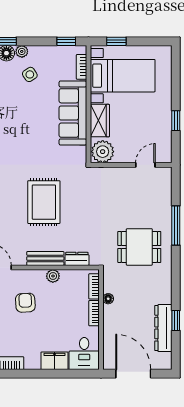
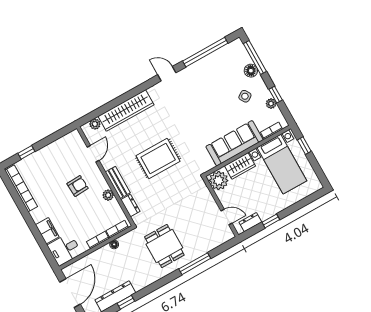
window: (66, 41) -> (276, 95), moved
plant: (22, 51) -> (271, 104), moved
dresser: (165, 143) -> (250, 222), added

